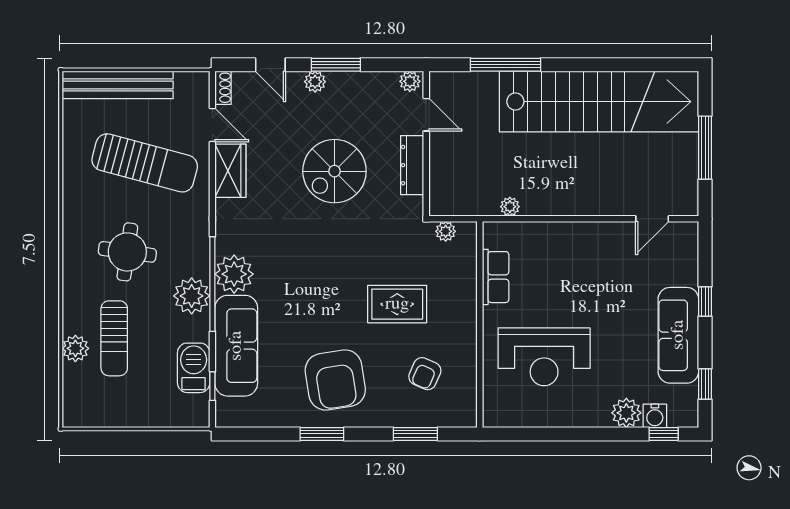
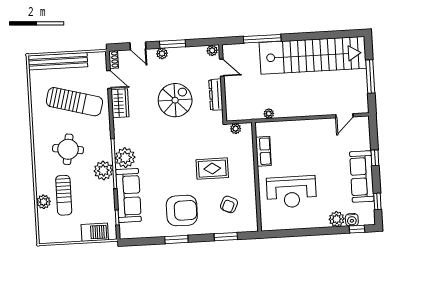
spiral stairs: (334, 171) -> (175, 100), turned 180
barbecue: (194, 368) -> (95, 232), moved, turned 90
armchair: (335, 380) -> (182, 211), turned -81

